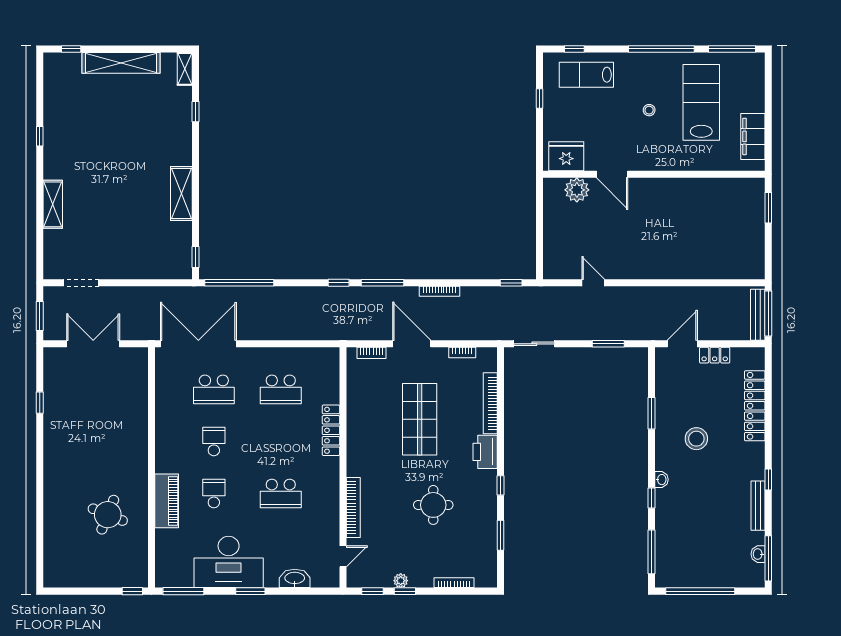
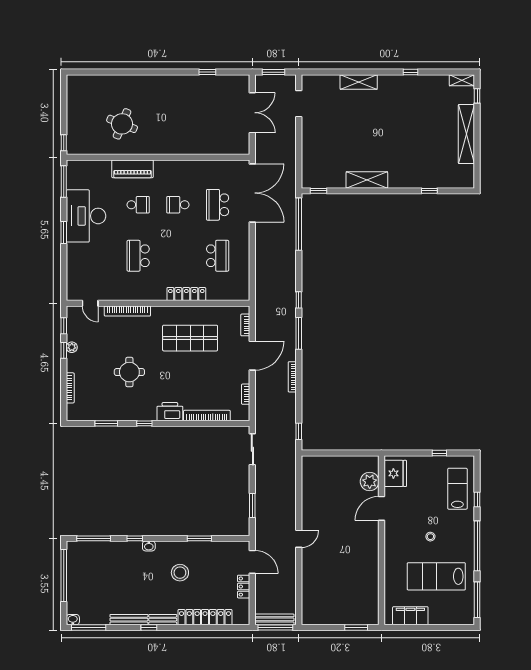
window: (574, 49) -> (477, 500), moved
shelving: (185, 69) -> (462, 80), moved
lab bench: (701, 102) -> (436, 576), turned 180
door: (593, 283) -> (299, 539), moved
school desk: (281, 389) -> (218, 256), turned 180
shop shelf: (420, 419) -> (190, 338), moved
school desk: (214, 441) -> (178, 205), turned 180
bench: (758, 461) -> (163, 620), added
washbasin: (758, 554) -> (73, 620), moved
washbasin: (295, 578) -> (73, 266), removed

